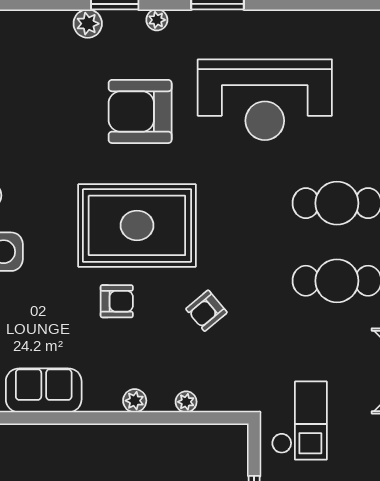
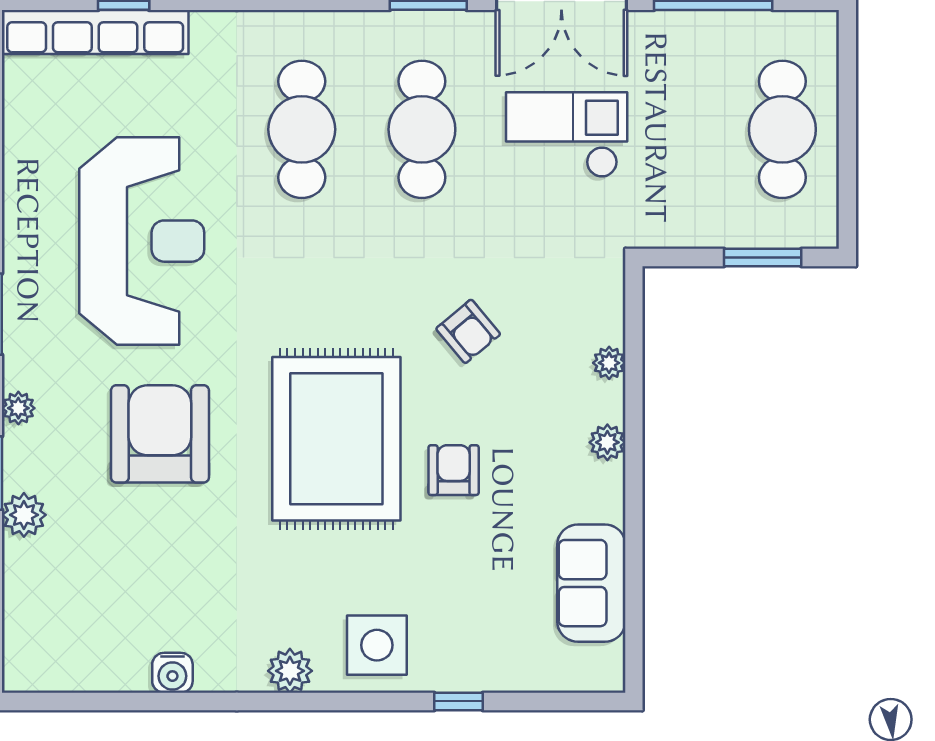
armchair: (140, 111) -> (160, 434), turned 180
checkout: (299, 421) -> (567, 135), moved

